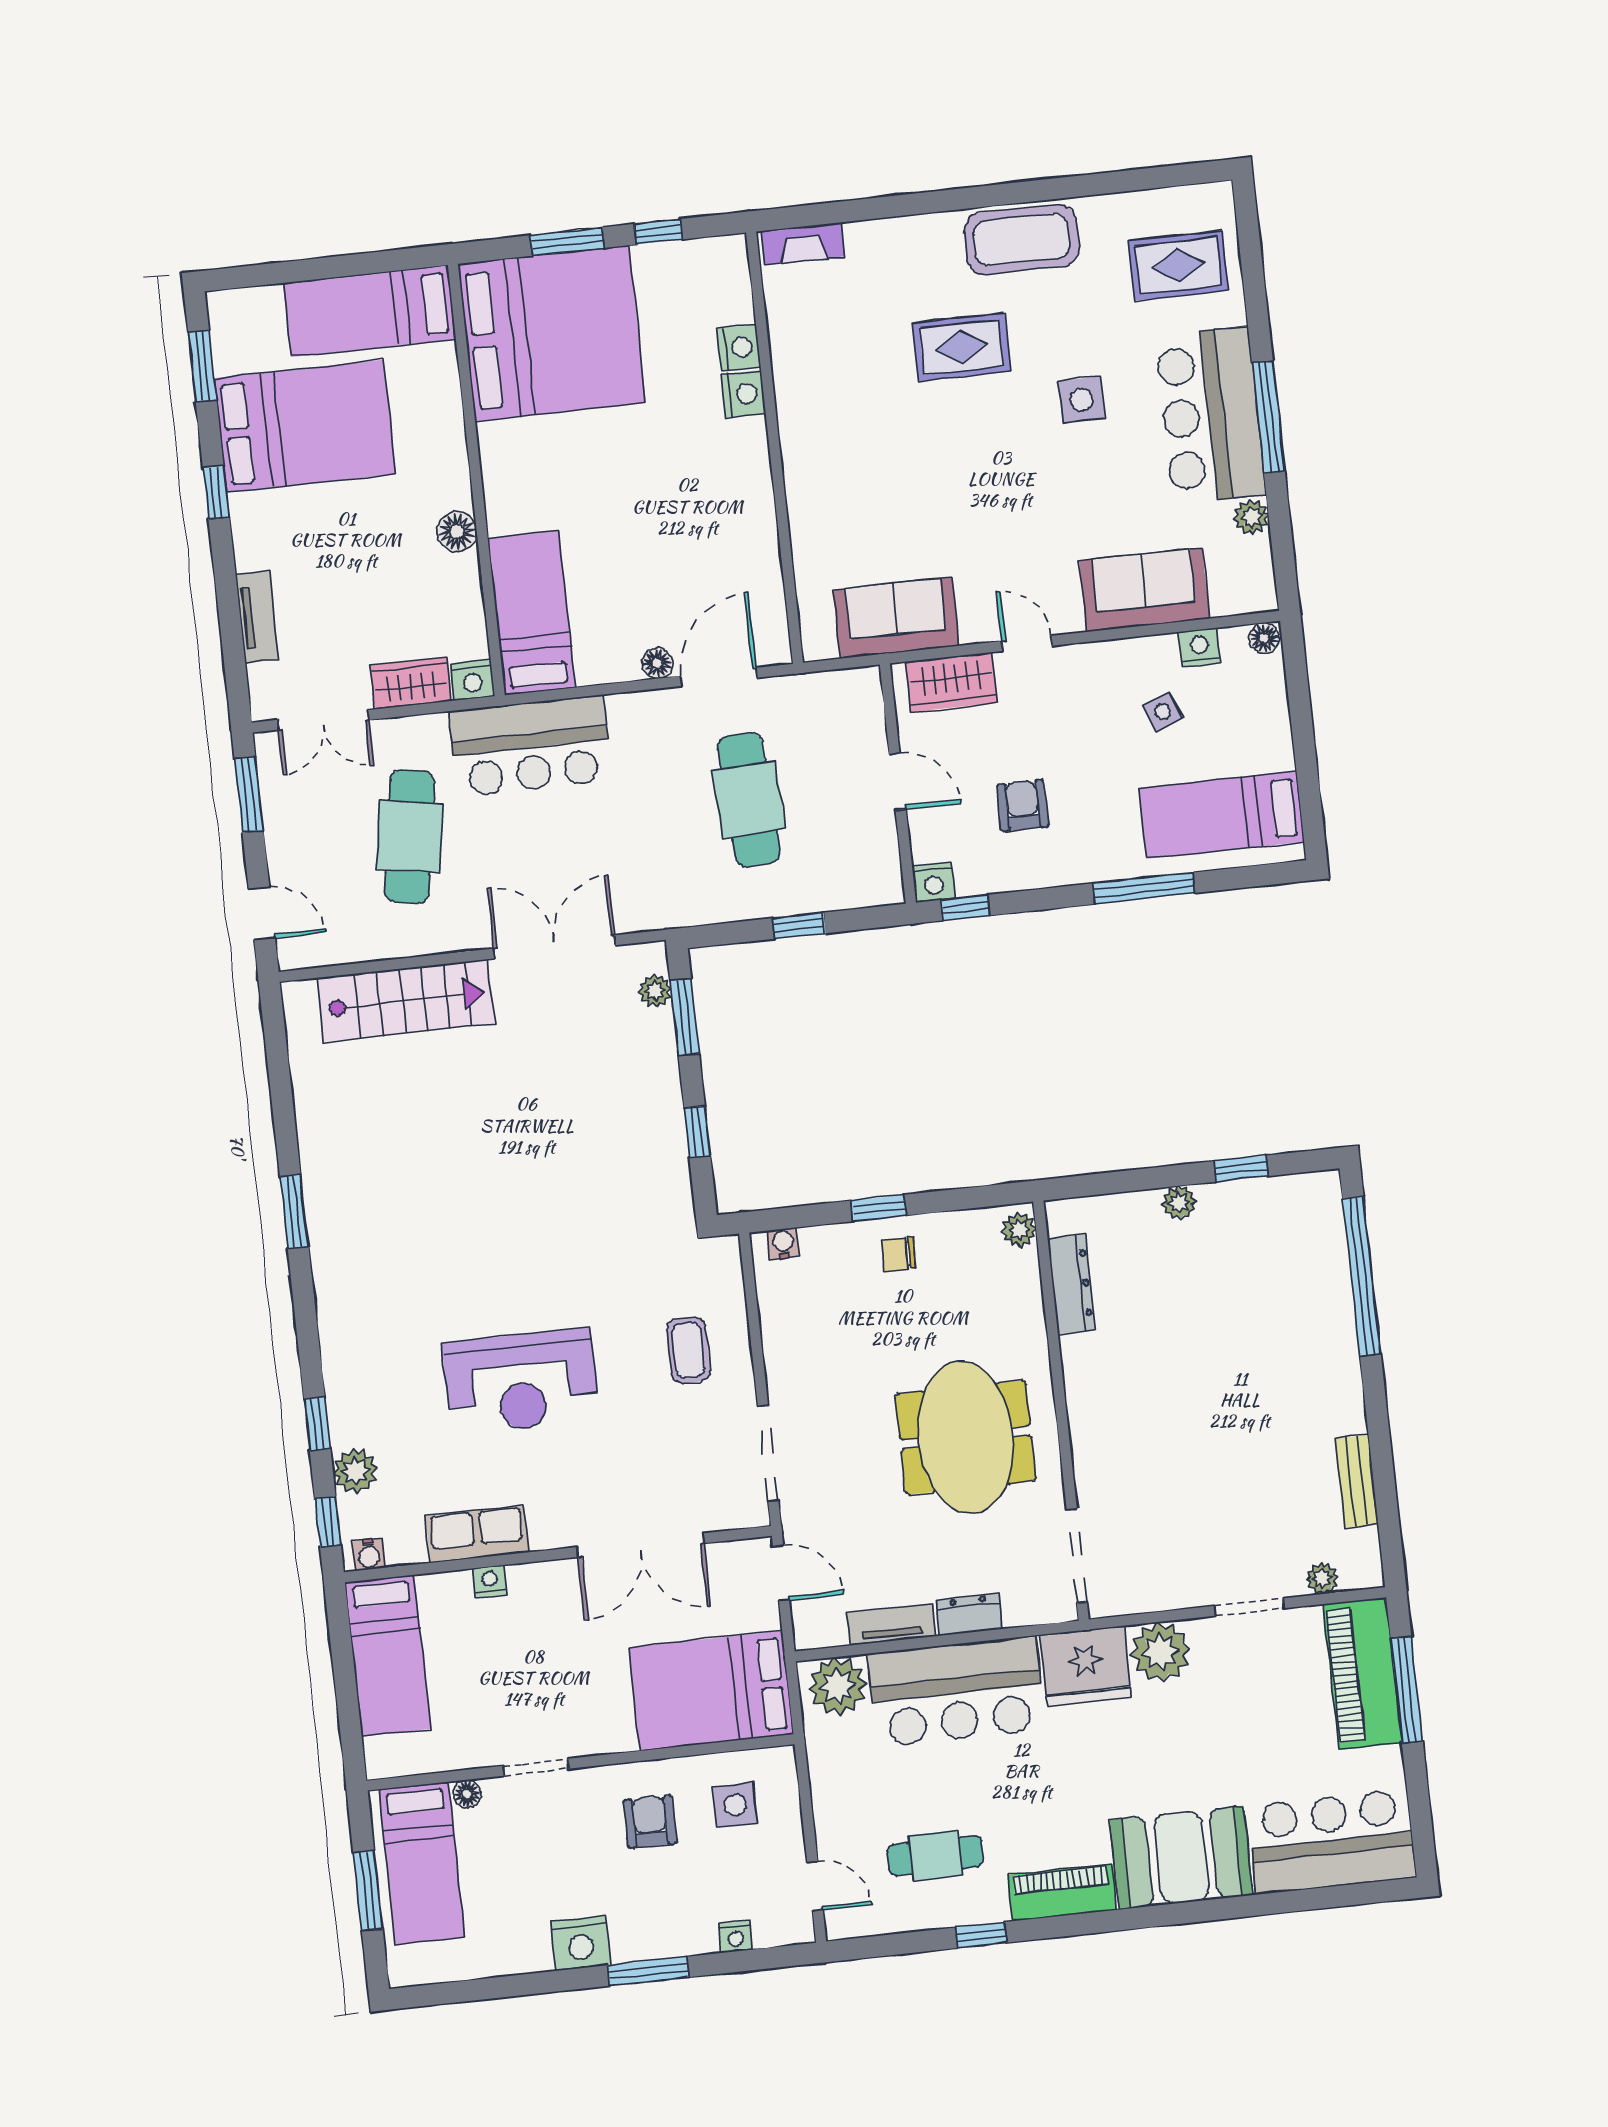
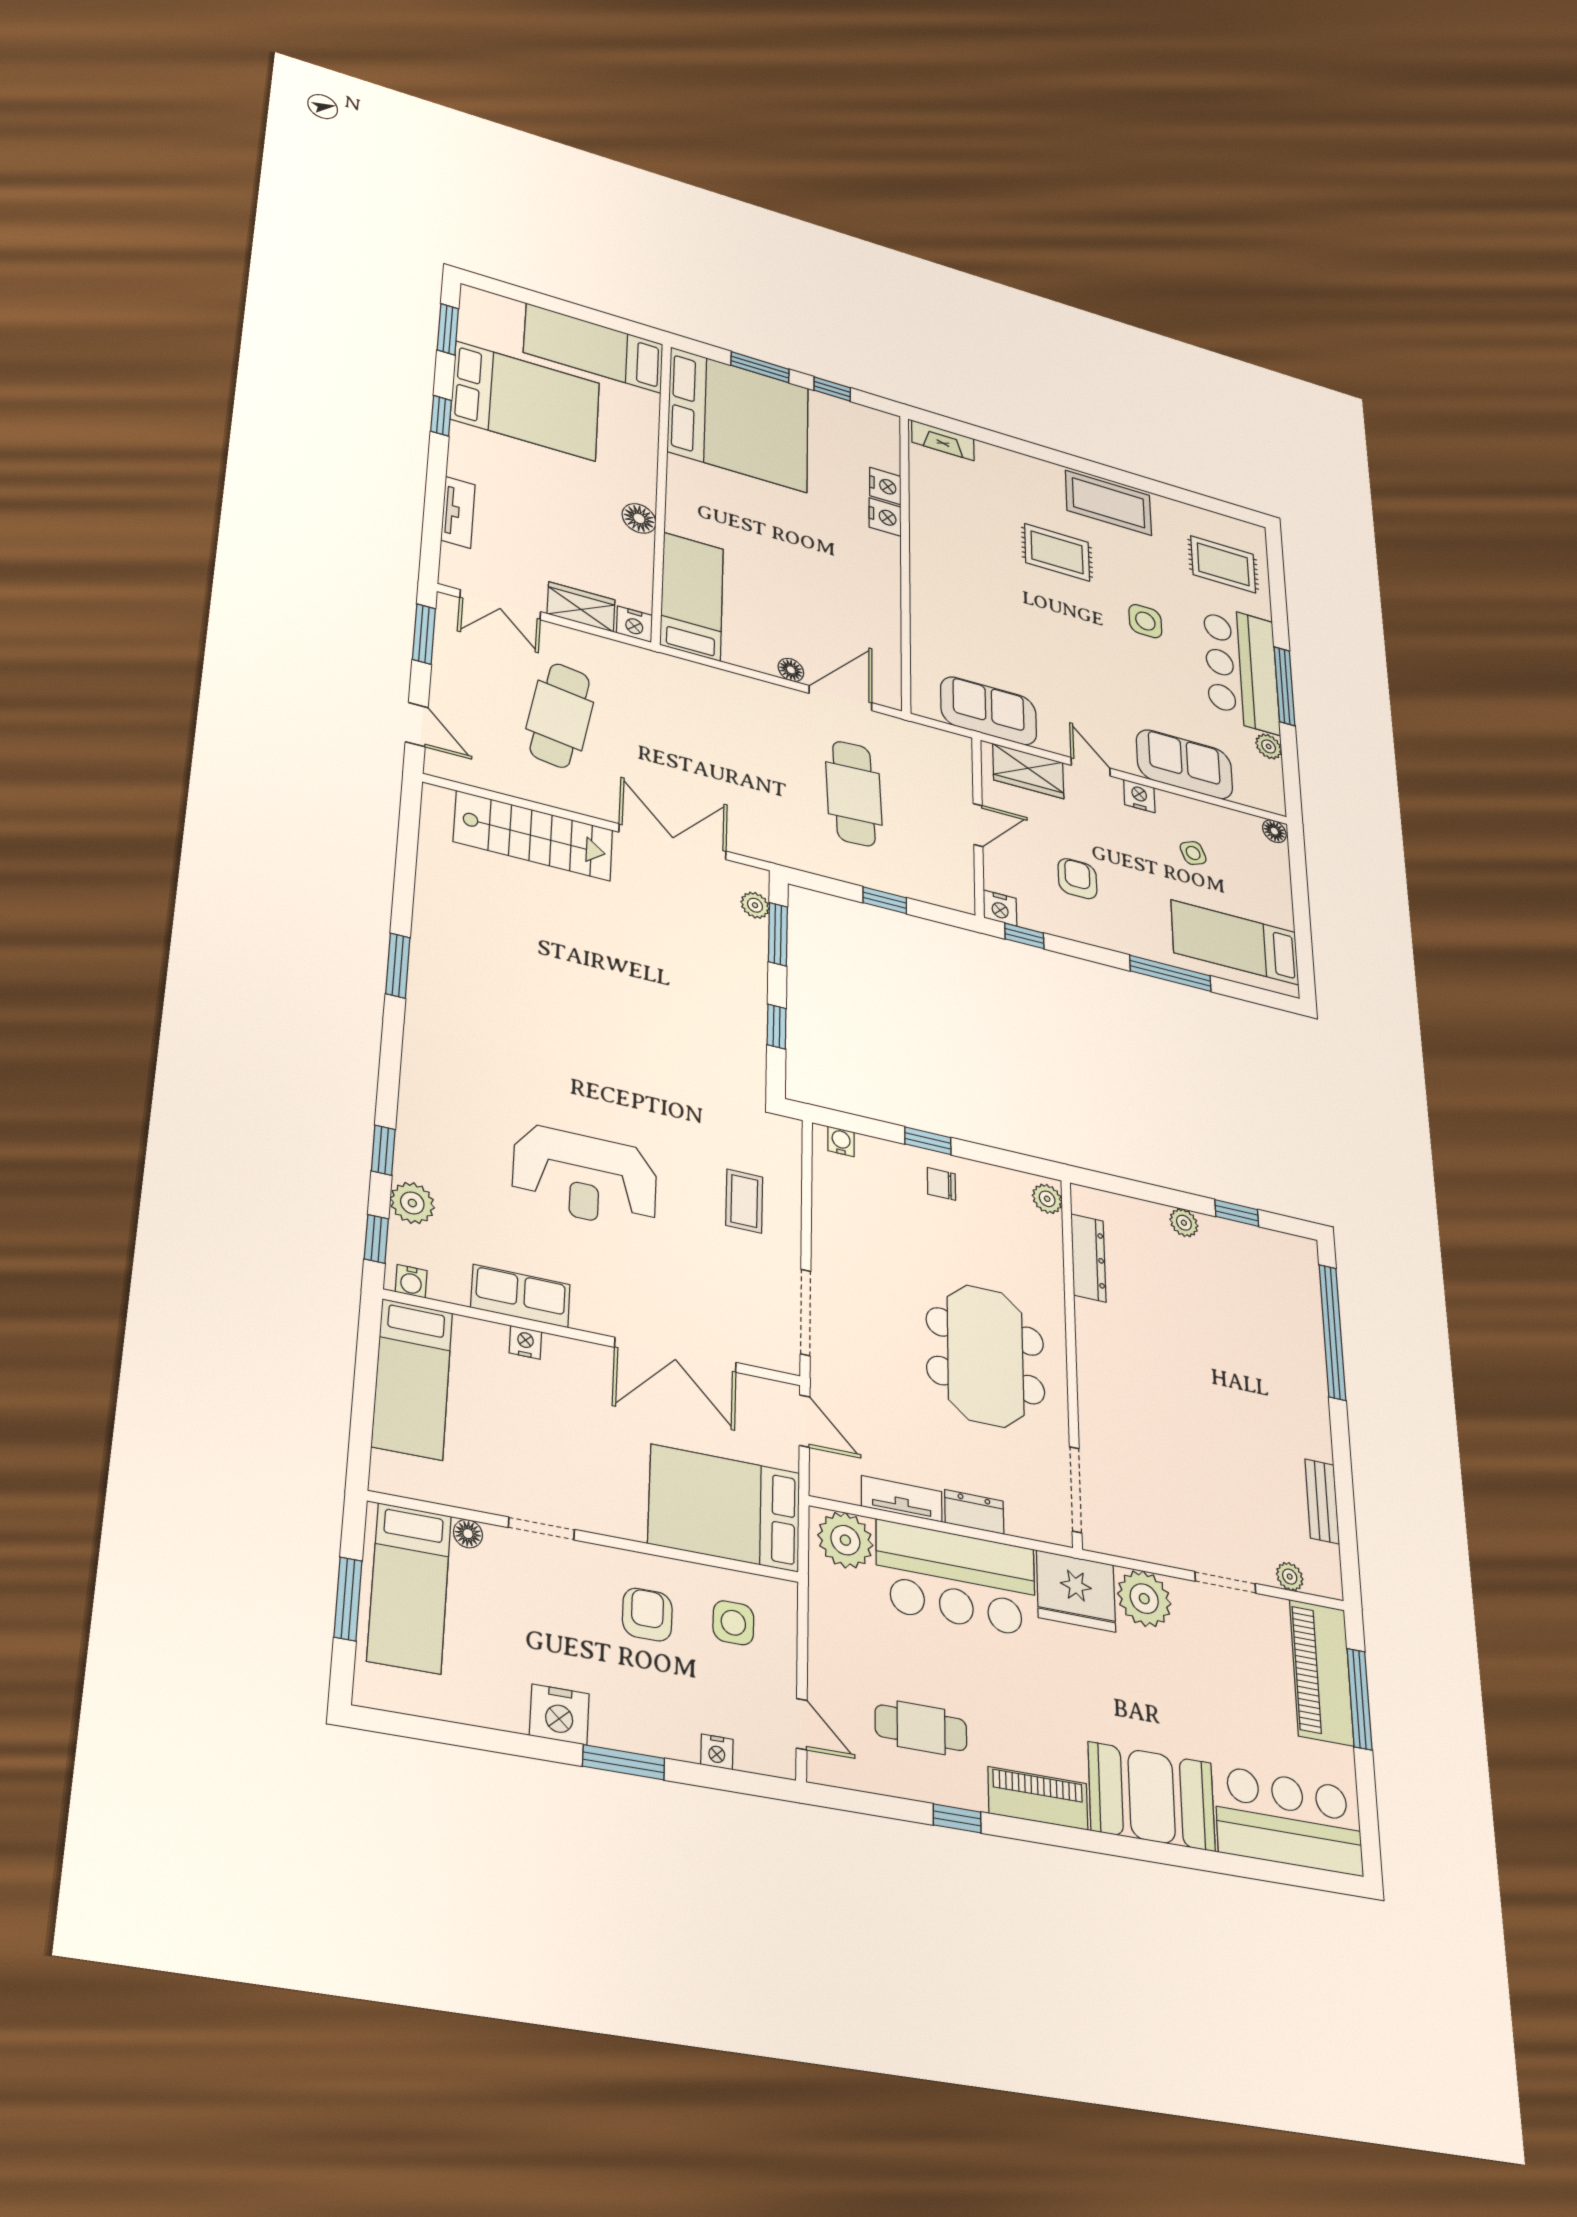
nightstand: (1200, 648) -> (1139, 796), moved
bar counter: (530, 746) -> (676, 688), removed
door: (898, 782) -> (978, 825), hinge flipped

